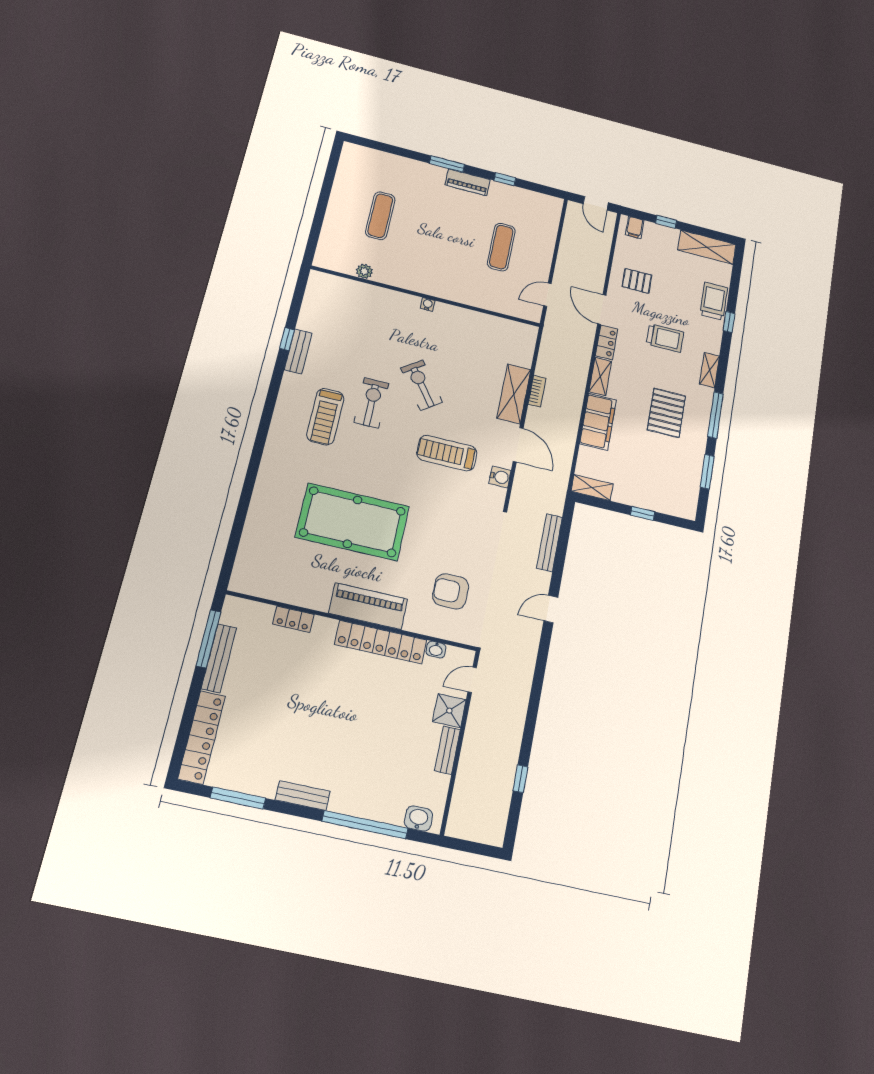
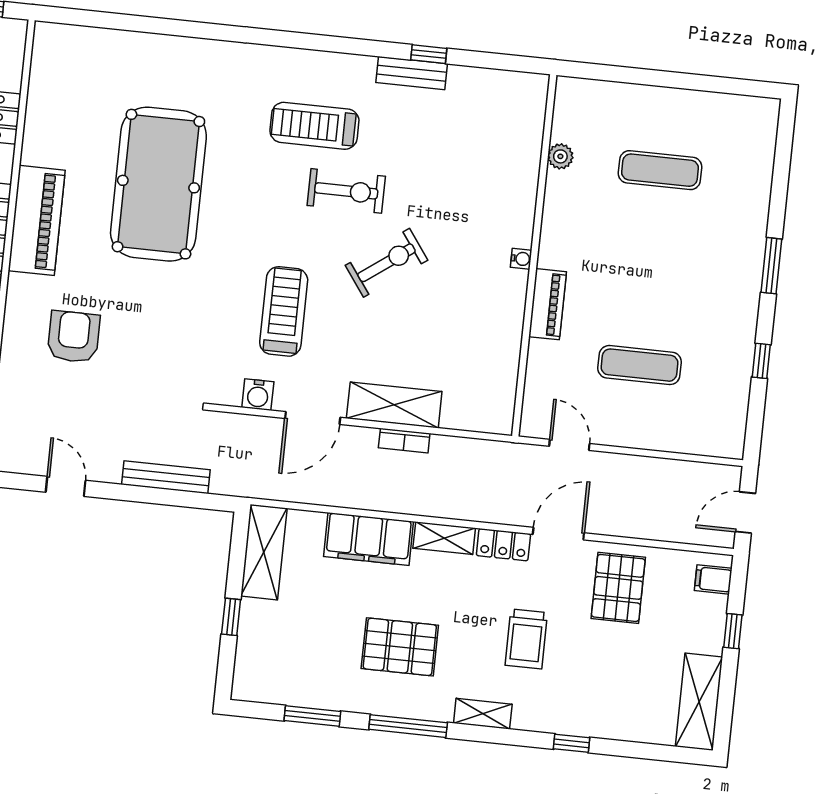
piano: (468, 182) -> (548, 304), moved, turned 180
pallet: (637, 281) -> (618, 588), width x1.50, depth x1.42
trolley: (714, 301) -> (604, 717), removed
shelving: (592, 488) -> (264, 552), width x1.50, depth x1.33

